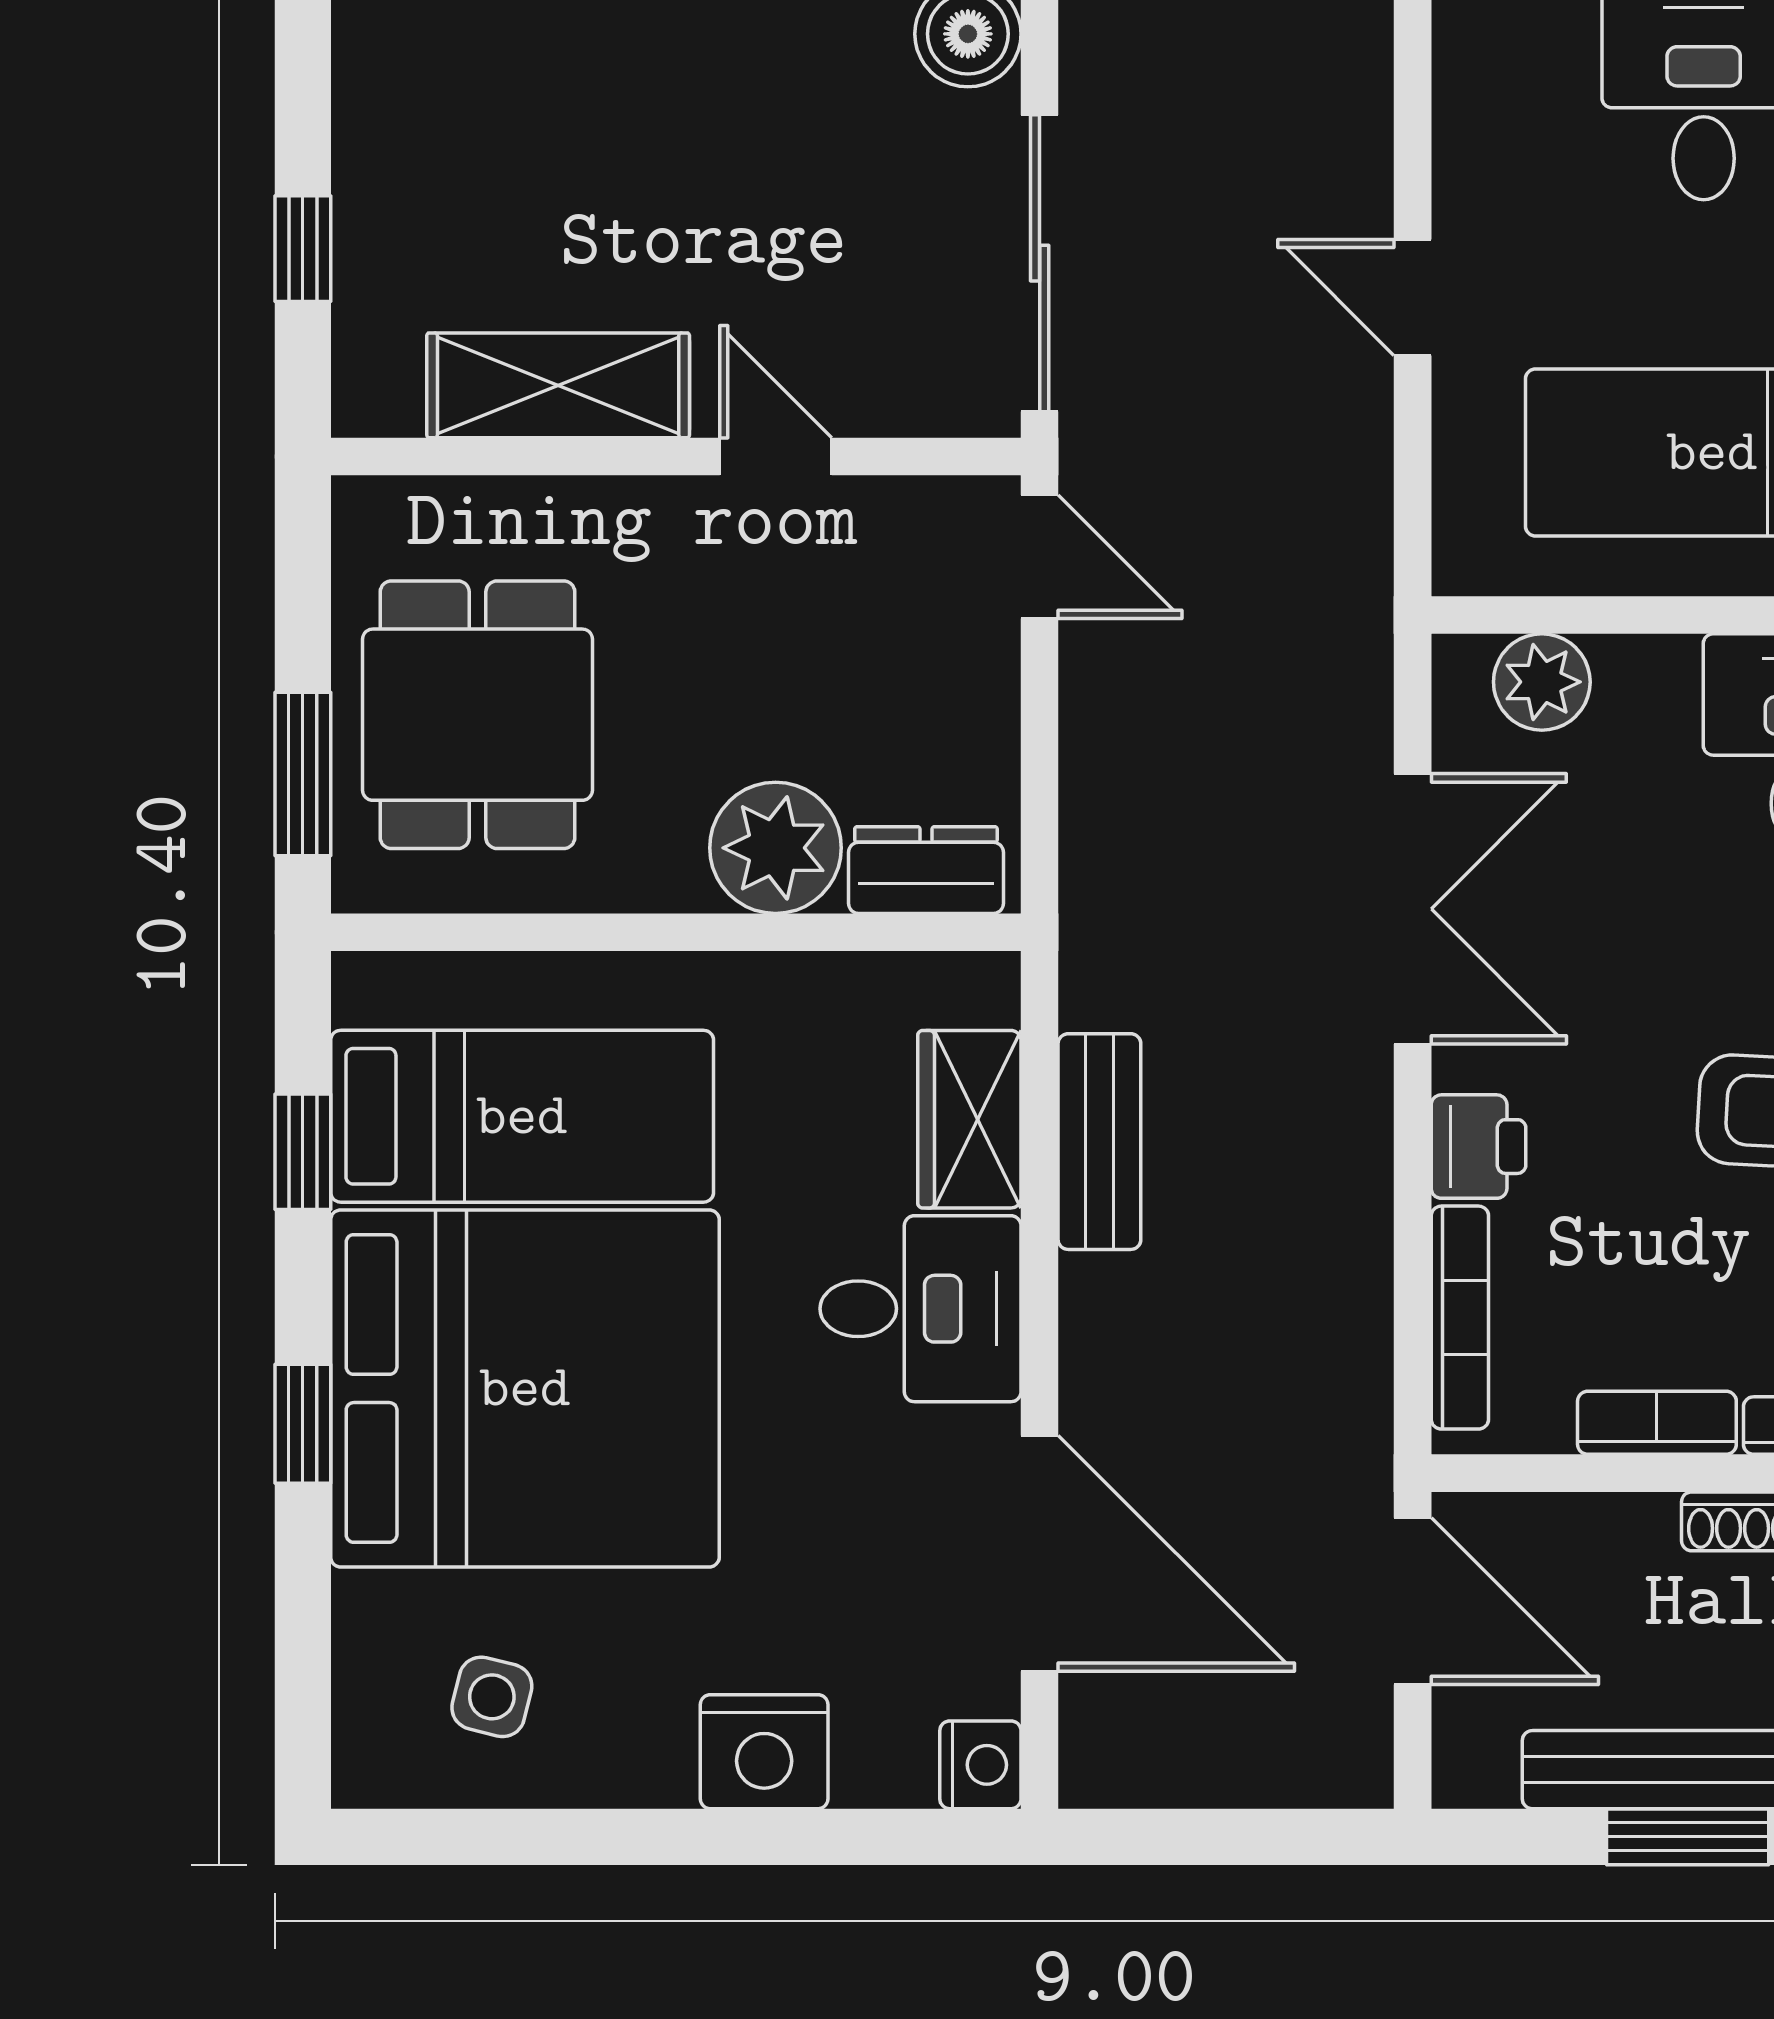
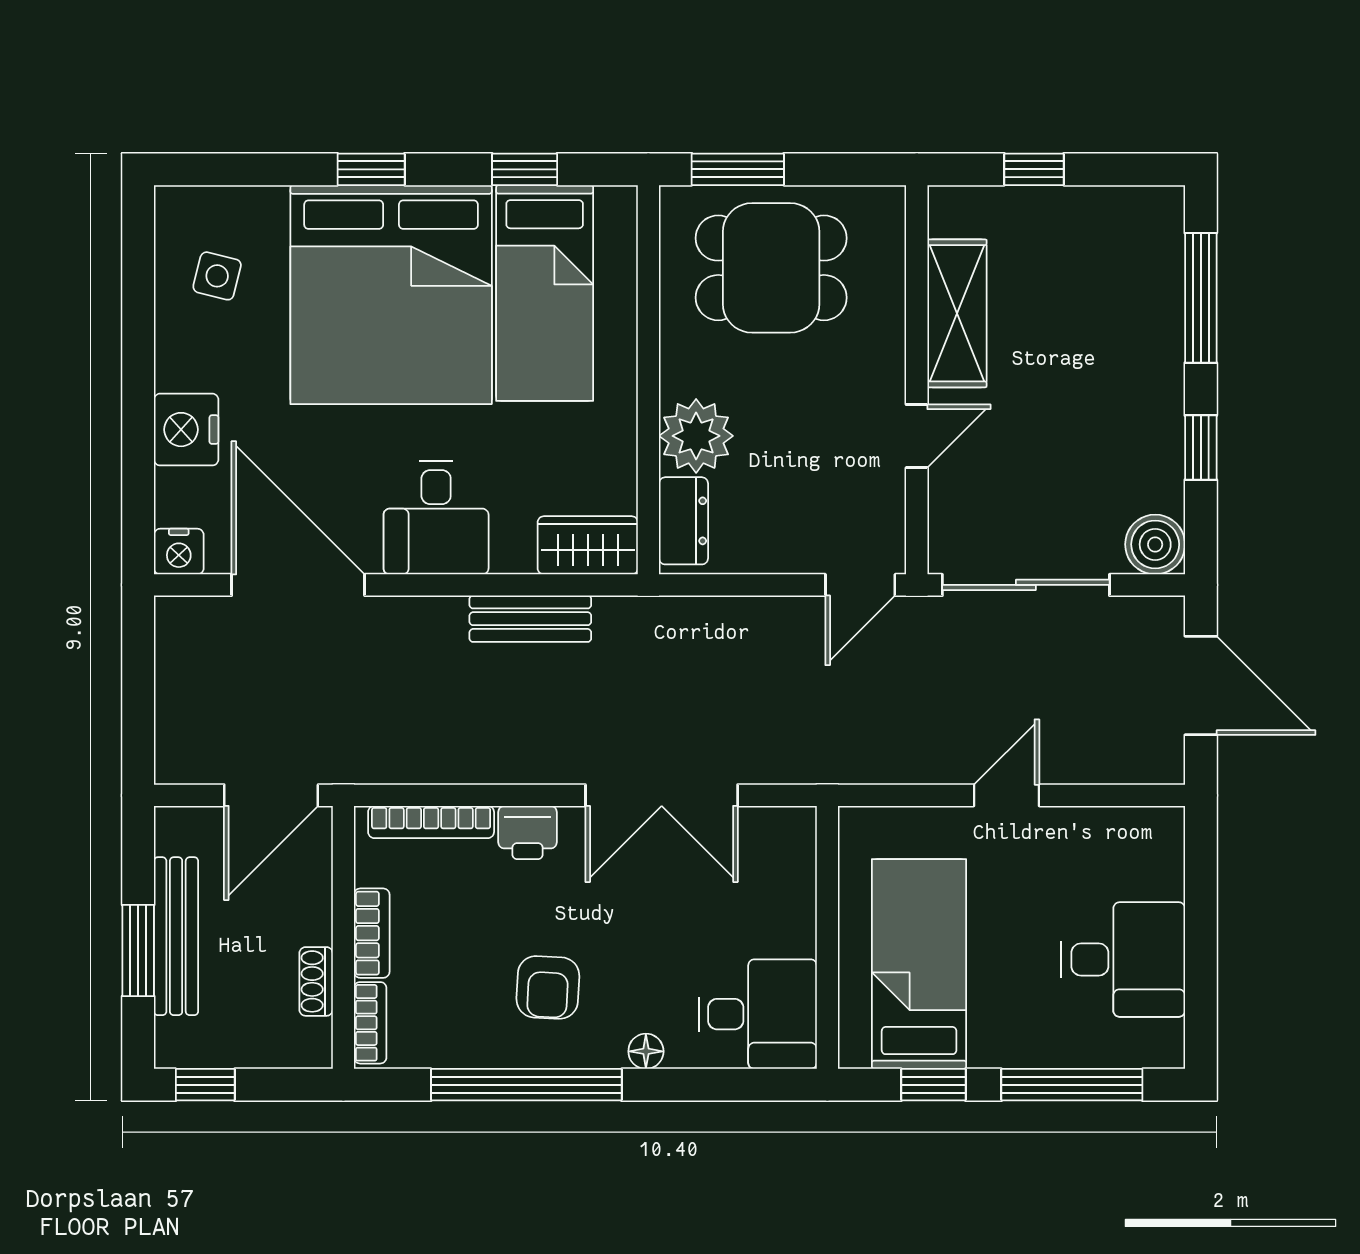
plant: (1542, 682) -> (790, 868), removed
wardrobe: (969, 1119) -> (588, 545), moved
door: (1040, 1553) -> (298, 585), swing flipped

